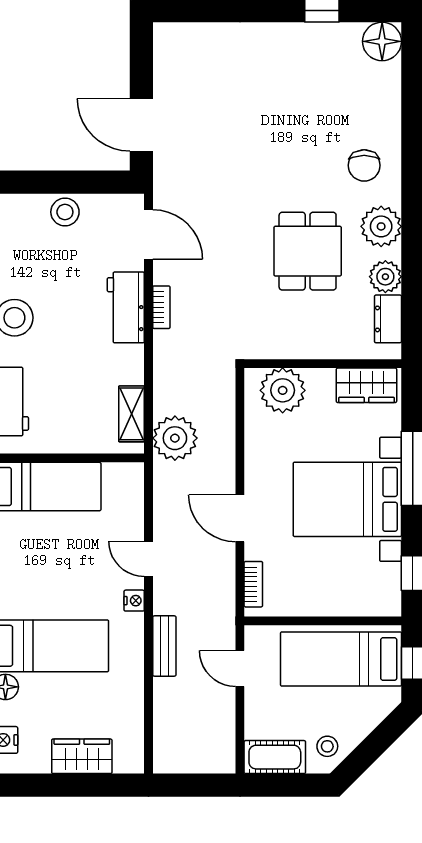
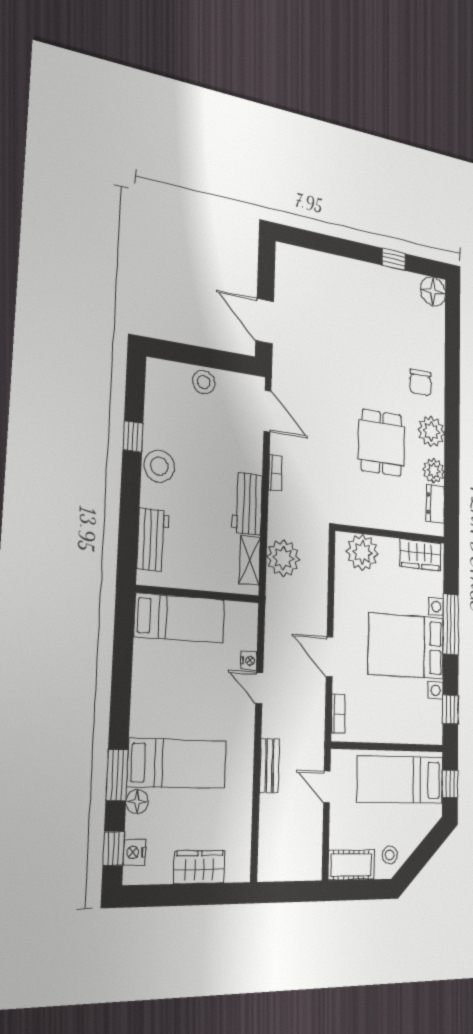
workbench: (126, 307) -> (247, 504), moved
plant: (175, 438) -> (283, 558), moved
nightstand: (134, 601) -> (249, 661), moved

